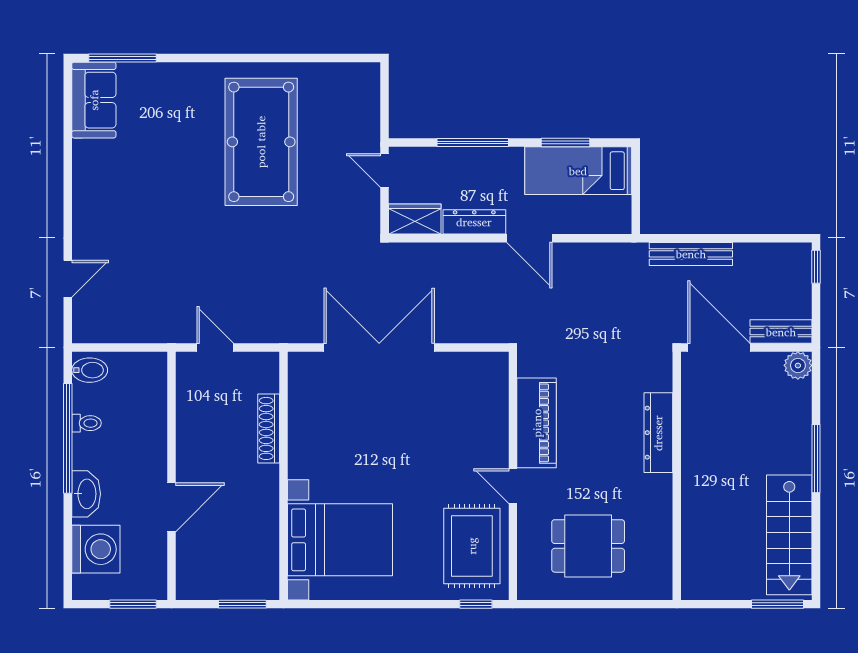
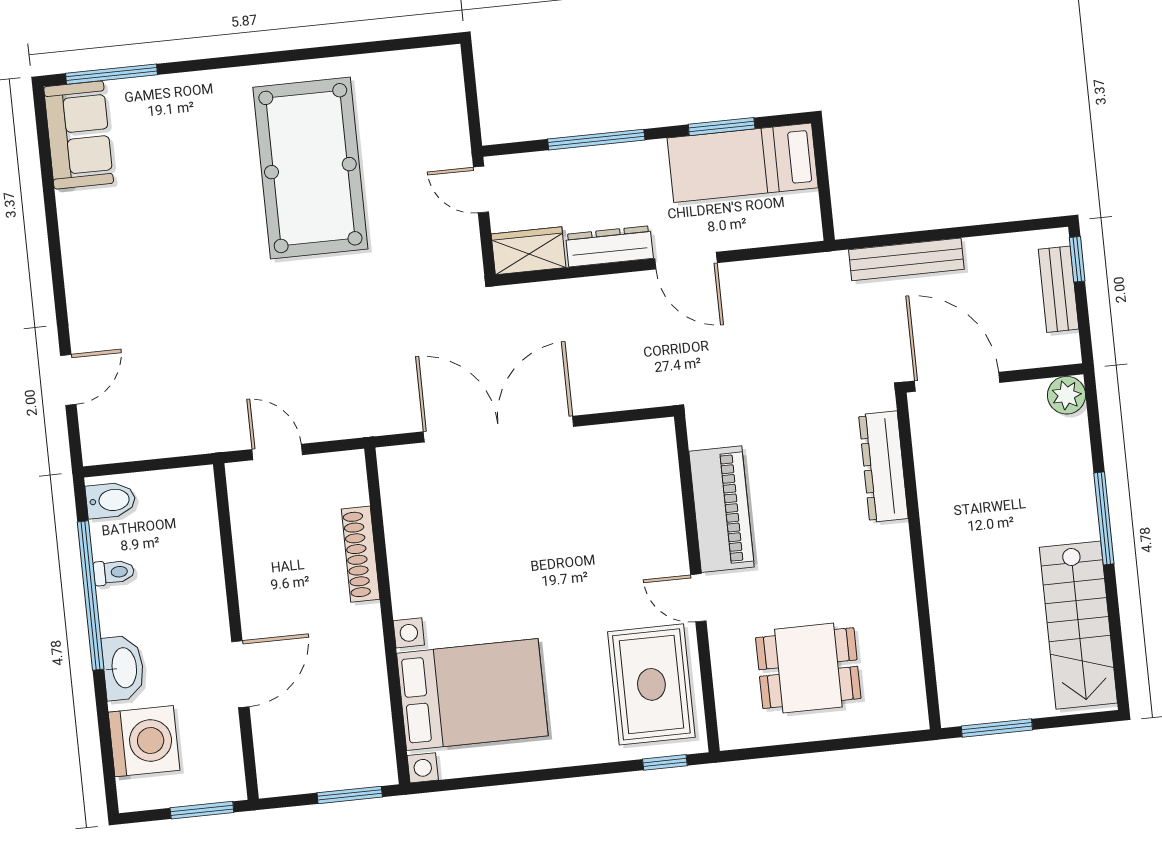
bench: (781, 332) -> (1059, 289), moved, turned 90
dresser: (658, 433) -> (883, 467), moved
window: (778, 604) -> (997, 728), moved

